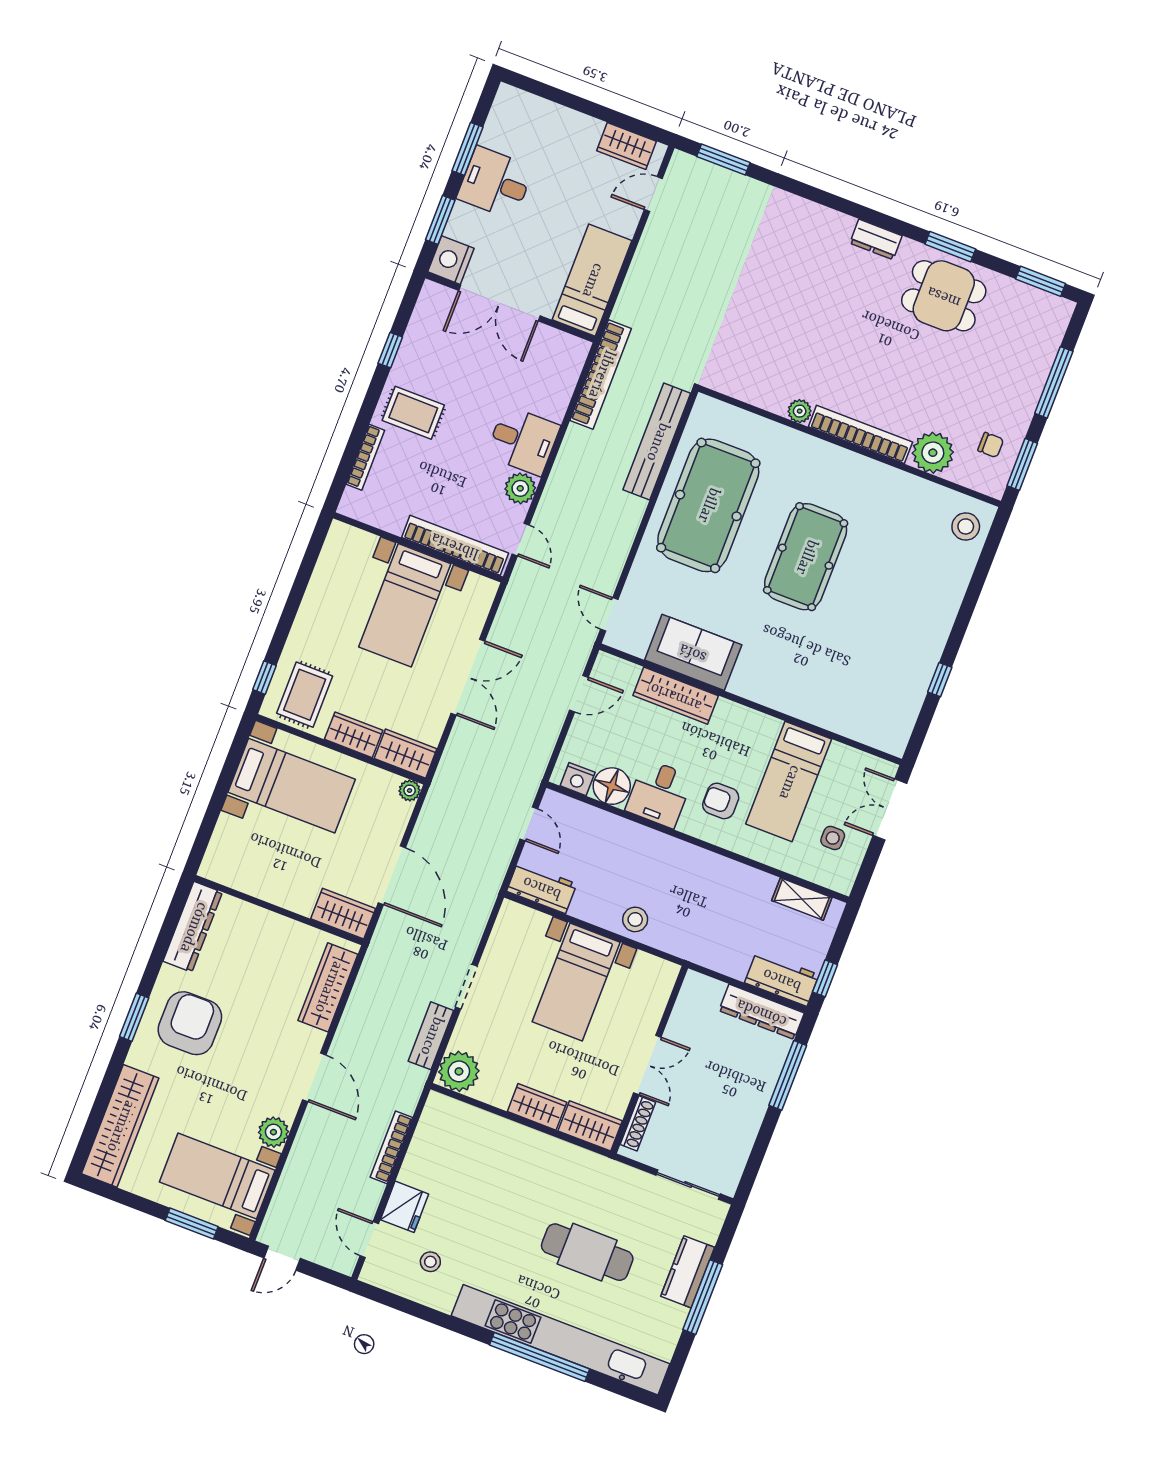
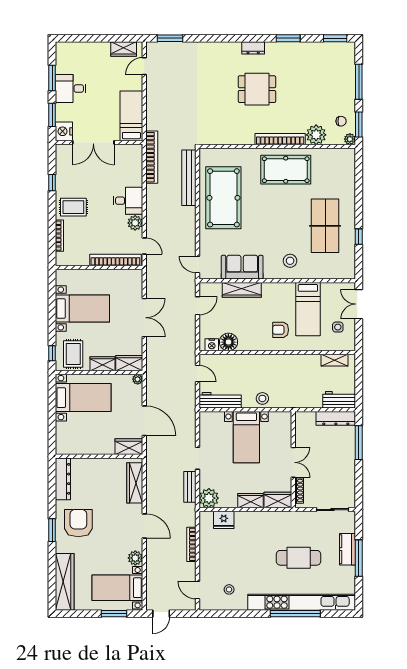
dining table: (944, 296) -> (257, 89), moved
plant: (800, 411) -> (350, 139), moved
stool: (966, 526) -> (290, 261), moved
pool table: (806, 557) -> (286, 170), moved, turned 90
bed with nightstands: (405, 605) -> (82, 308), moved, turned -90
table tennis table: (883, 634) -> (325, 226), added
desk: (659, 794) -> (251, 337), removed
workbench: (542, 887) -> (220, 400), width x1.38
window: (825, 978) -> (359, 392), removed
fridge: (405, 1207) -> (224, 520), moved, turned 90

